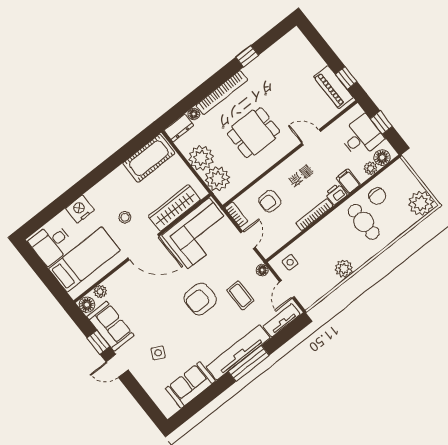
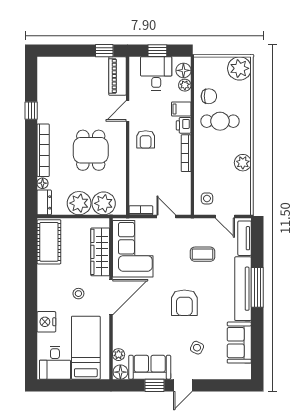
piano: (333, 87) -> (117, 76), moved, turned 90
armchair: (270, 201) -> (146, 139), moved
floor lamp: (262, 270) -> (197, 223), removed
armchair: (200, 299) -> (184, 303), moved

